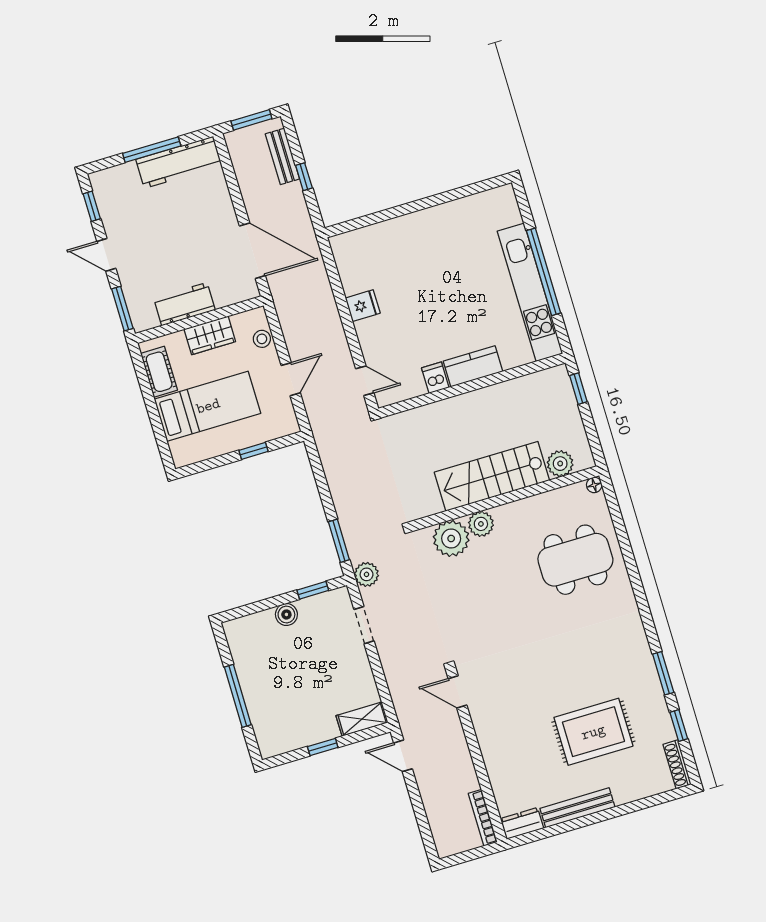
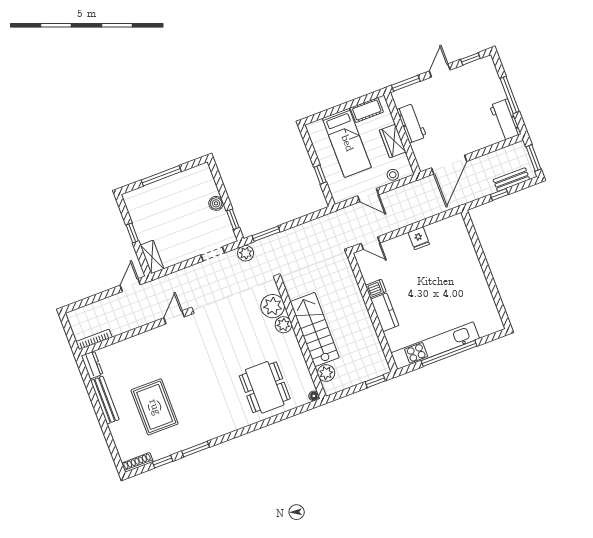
workbench: (179, 162) -> (505, 120), width x0.73
door: (365, 381) -> (370, 243), hinge flipped

